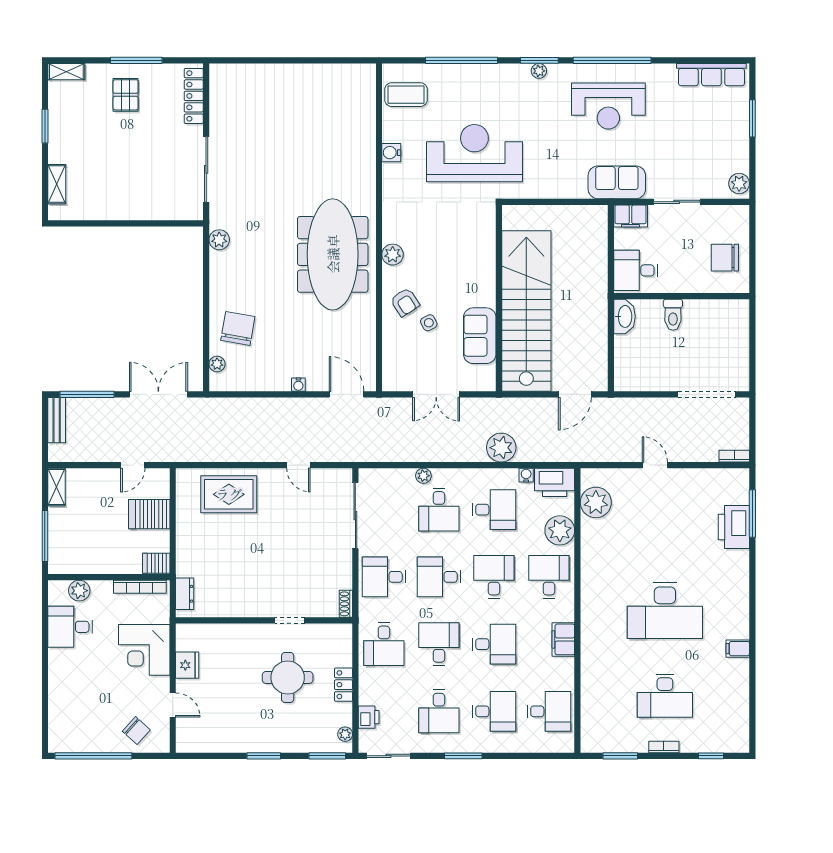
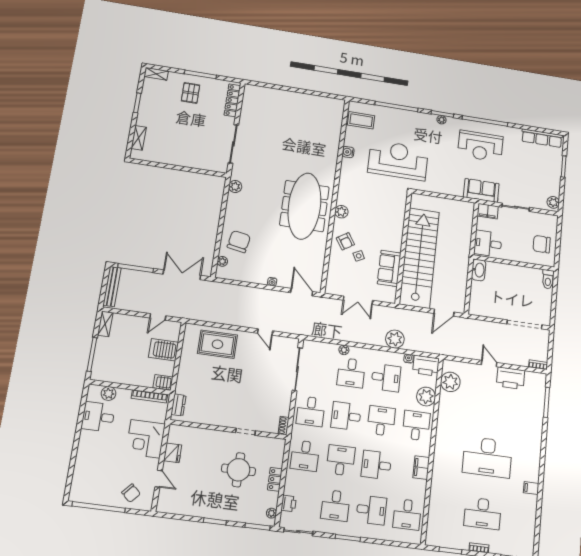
toilet: (673, 315) -> (548, 279), moved
bench: (57, 420) -> (112, 286), width x1.36
printer: (734, 527) -> (510, 378), moved, turned -90
desk: (384, 577) -> (311, 411), turned -90
desk: (494, 644) -> (376, 465), turned 180
desk: (549, 711) -> (407, 514), turned 90

